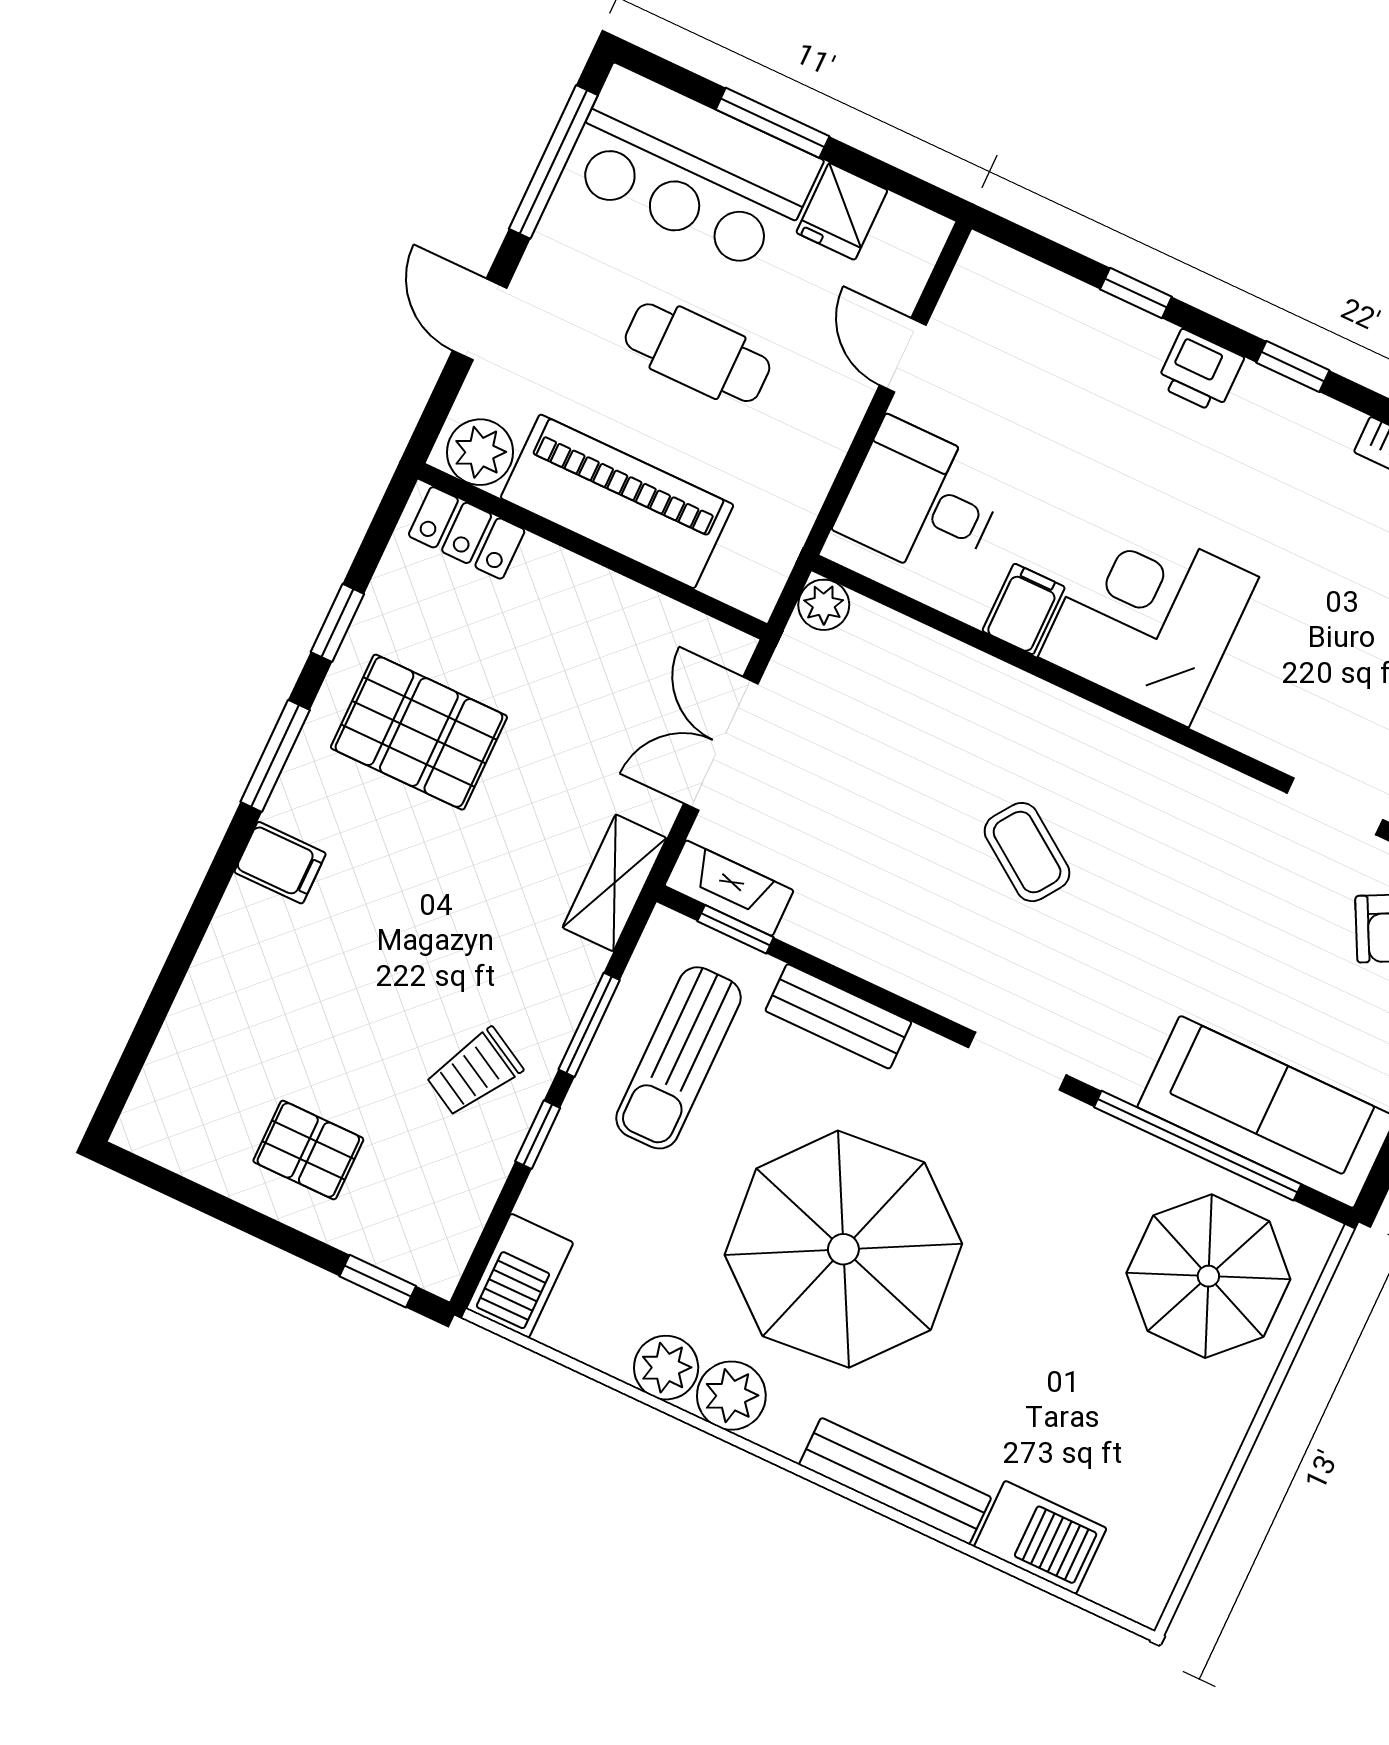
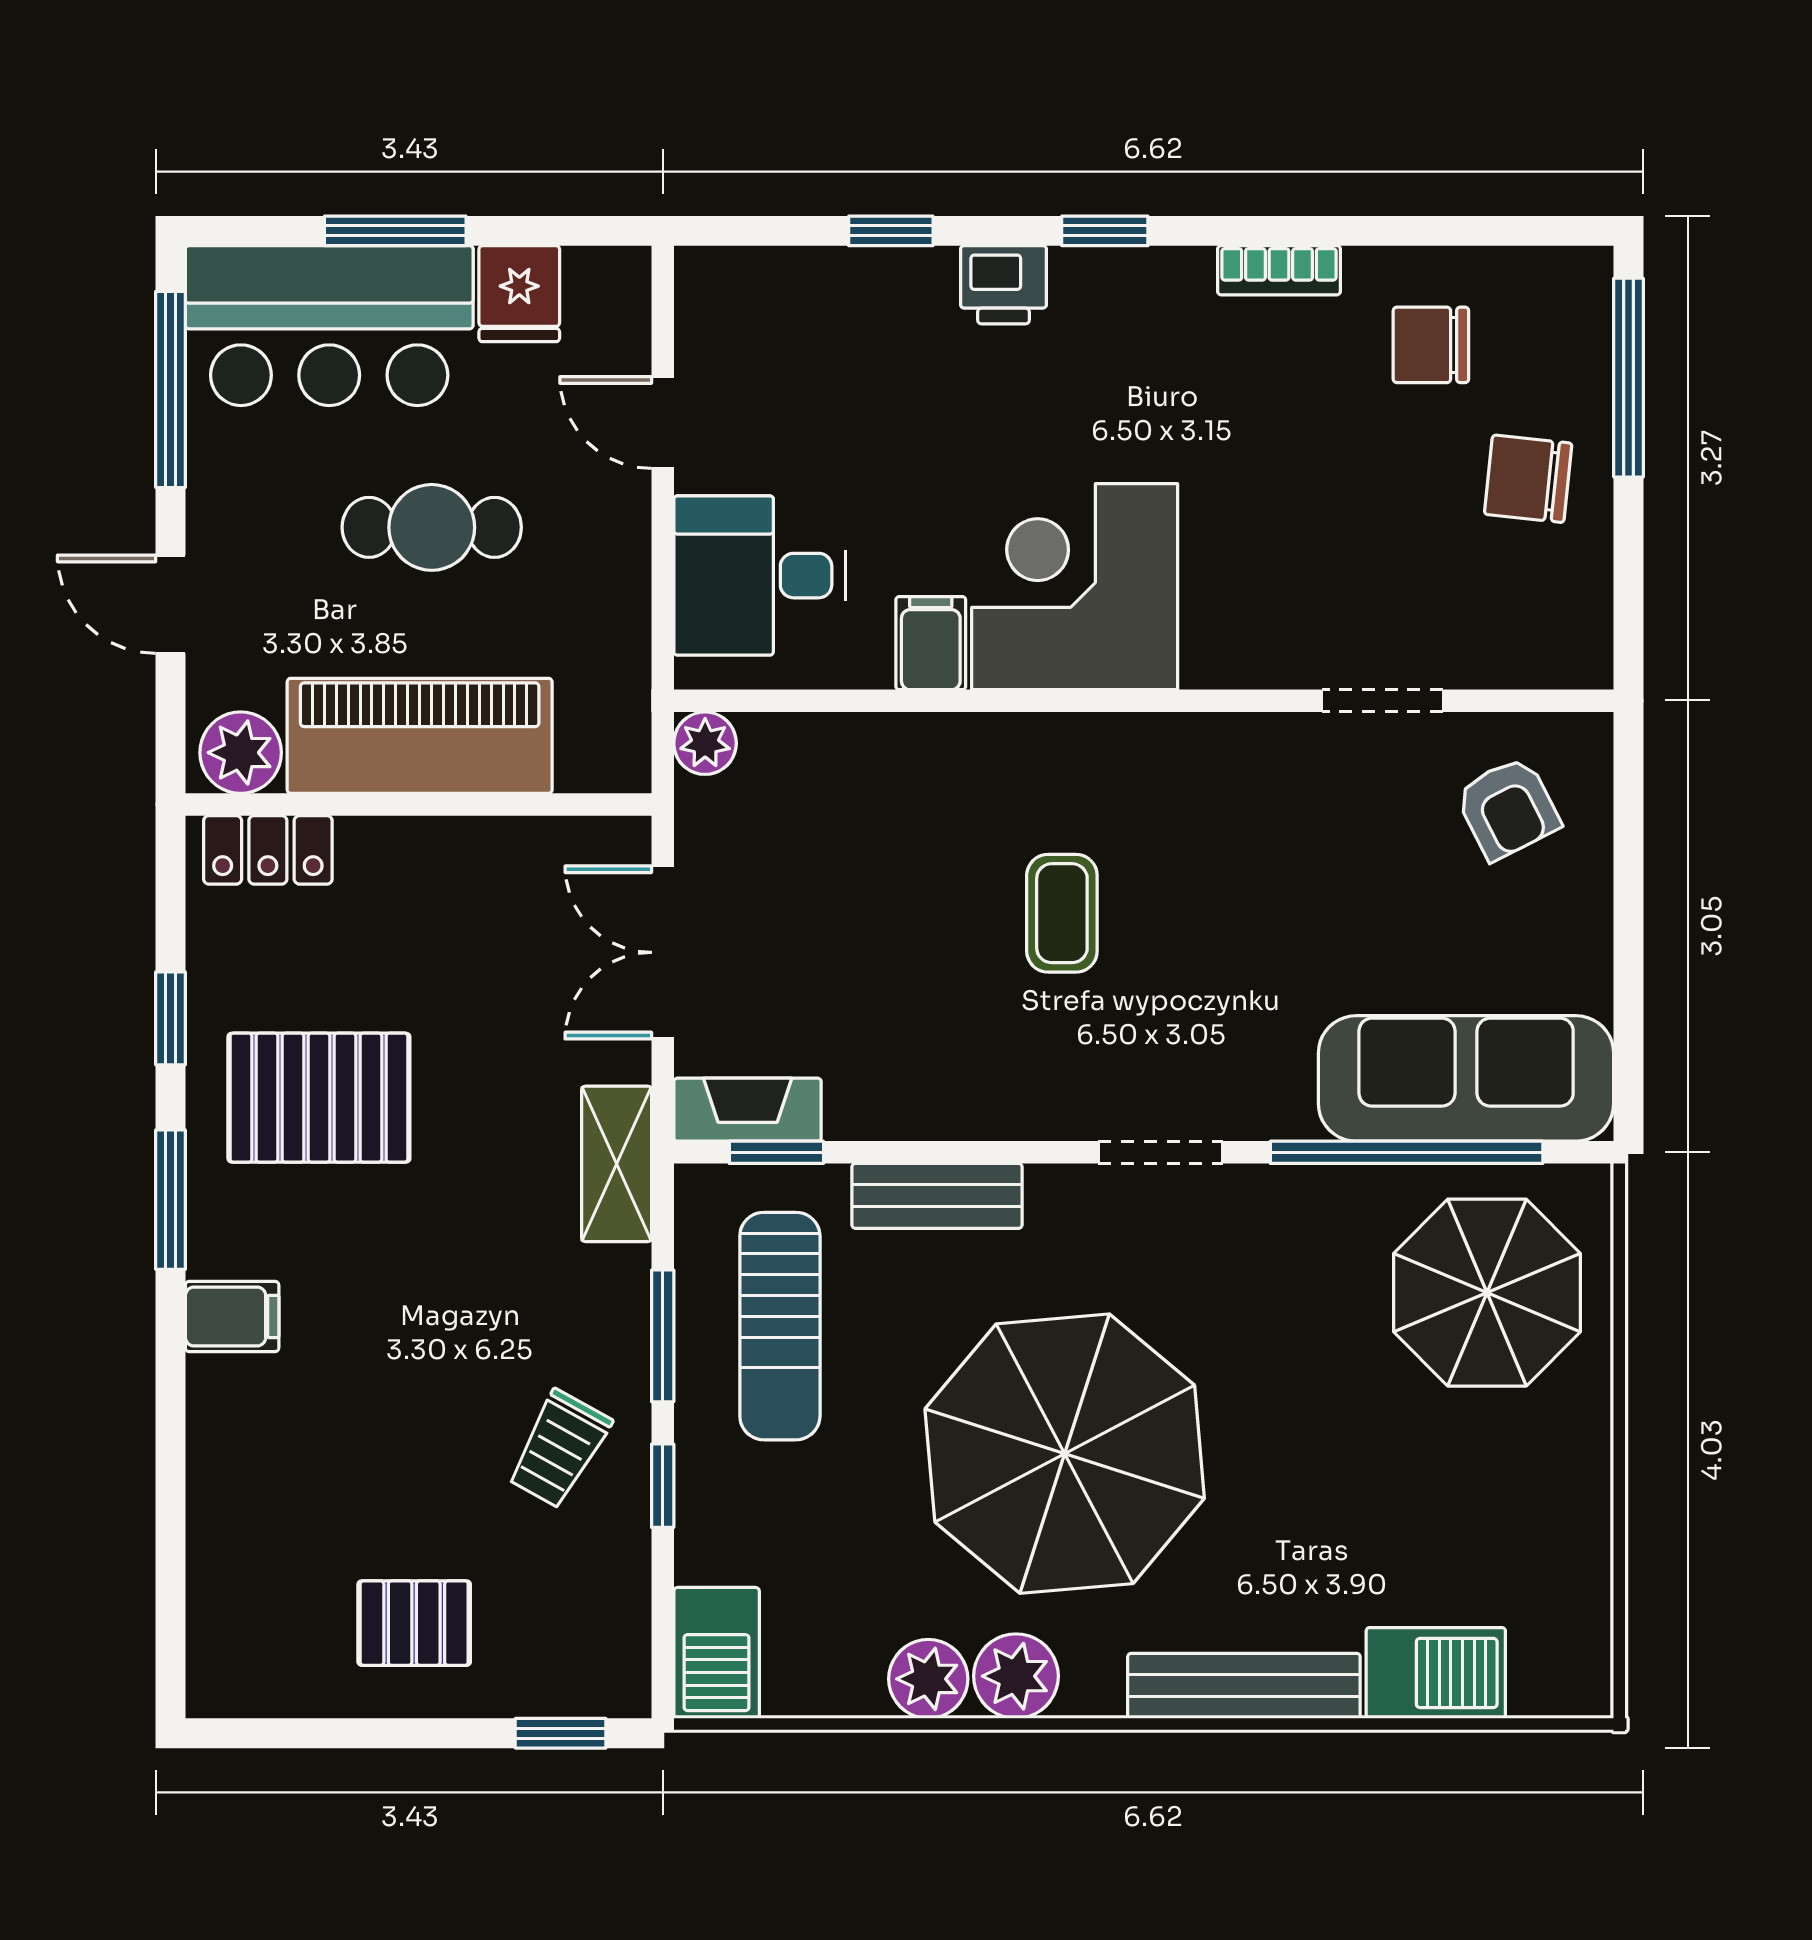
coffee table: (1027, 852) -> (1062, 913), turned 55

